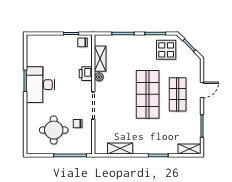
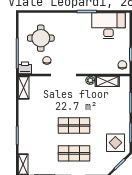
printer: (86, 74) -> (25, 68), moved
desk: (40, 85) -> (109, 26), moved
shop shelf: (148, 94) -> (74, 125), width x0.70, depth x0.74
shelving: (120, 149) -> (24, 88), moved

